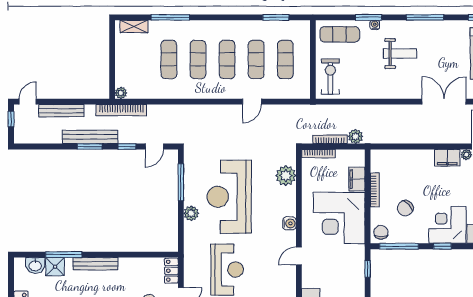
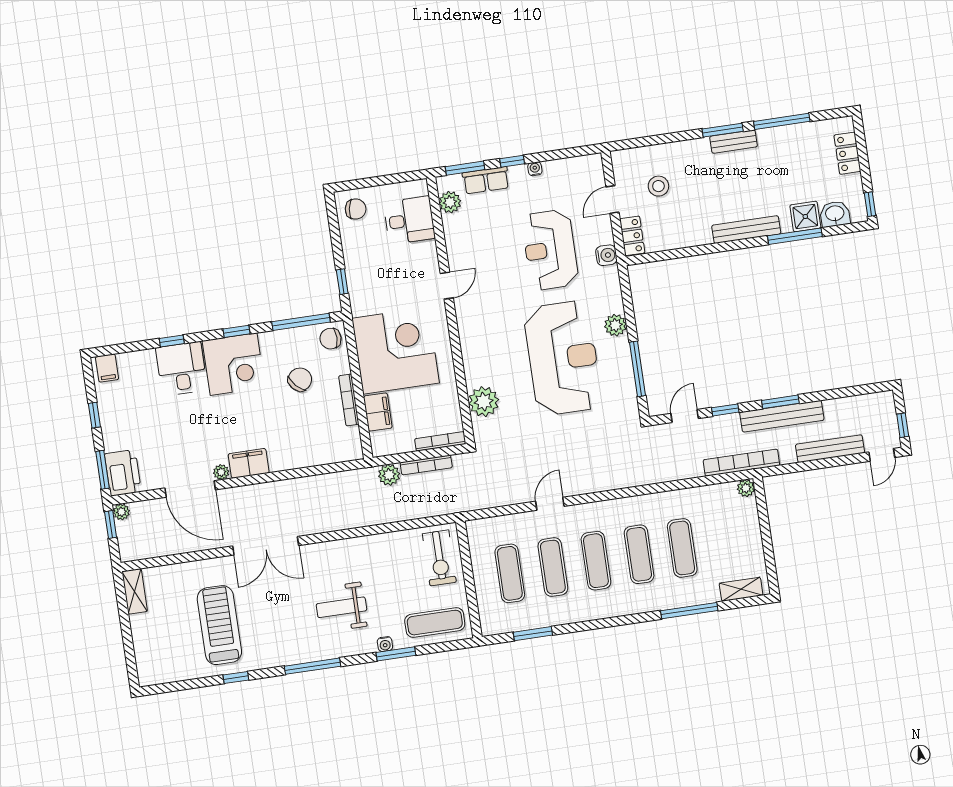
water cooler: (289, 223) -> (606, 255), moved, turned 180
chair: (381, 232) -> (330, 339), turned 90
window: (11, 268) -> (870, 204), added

